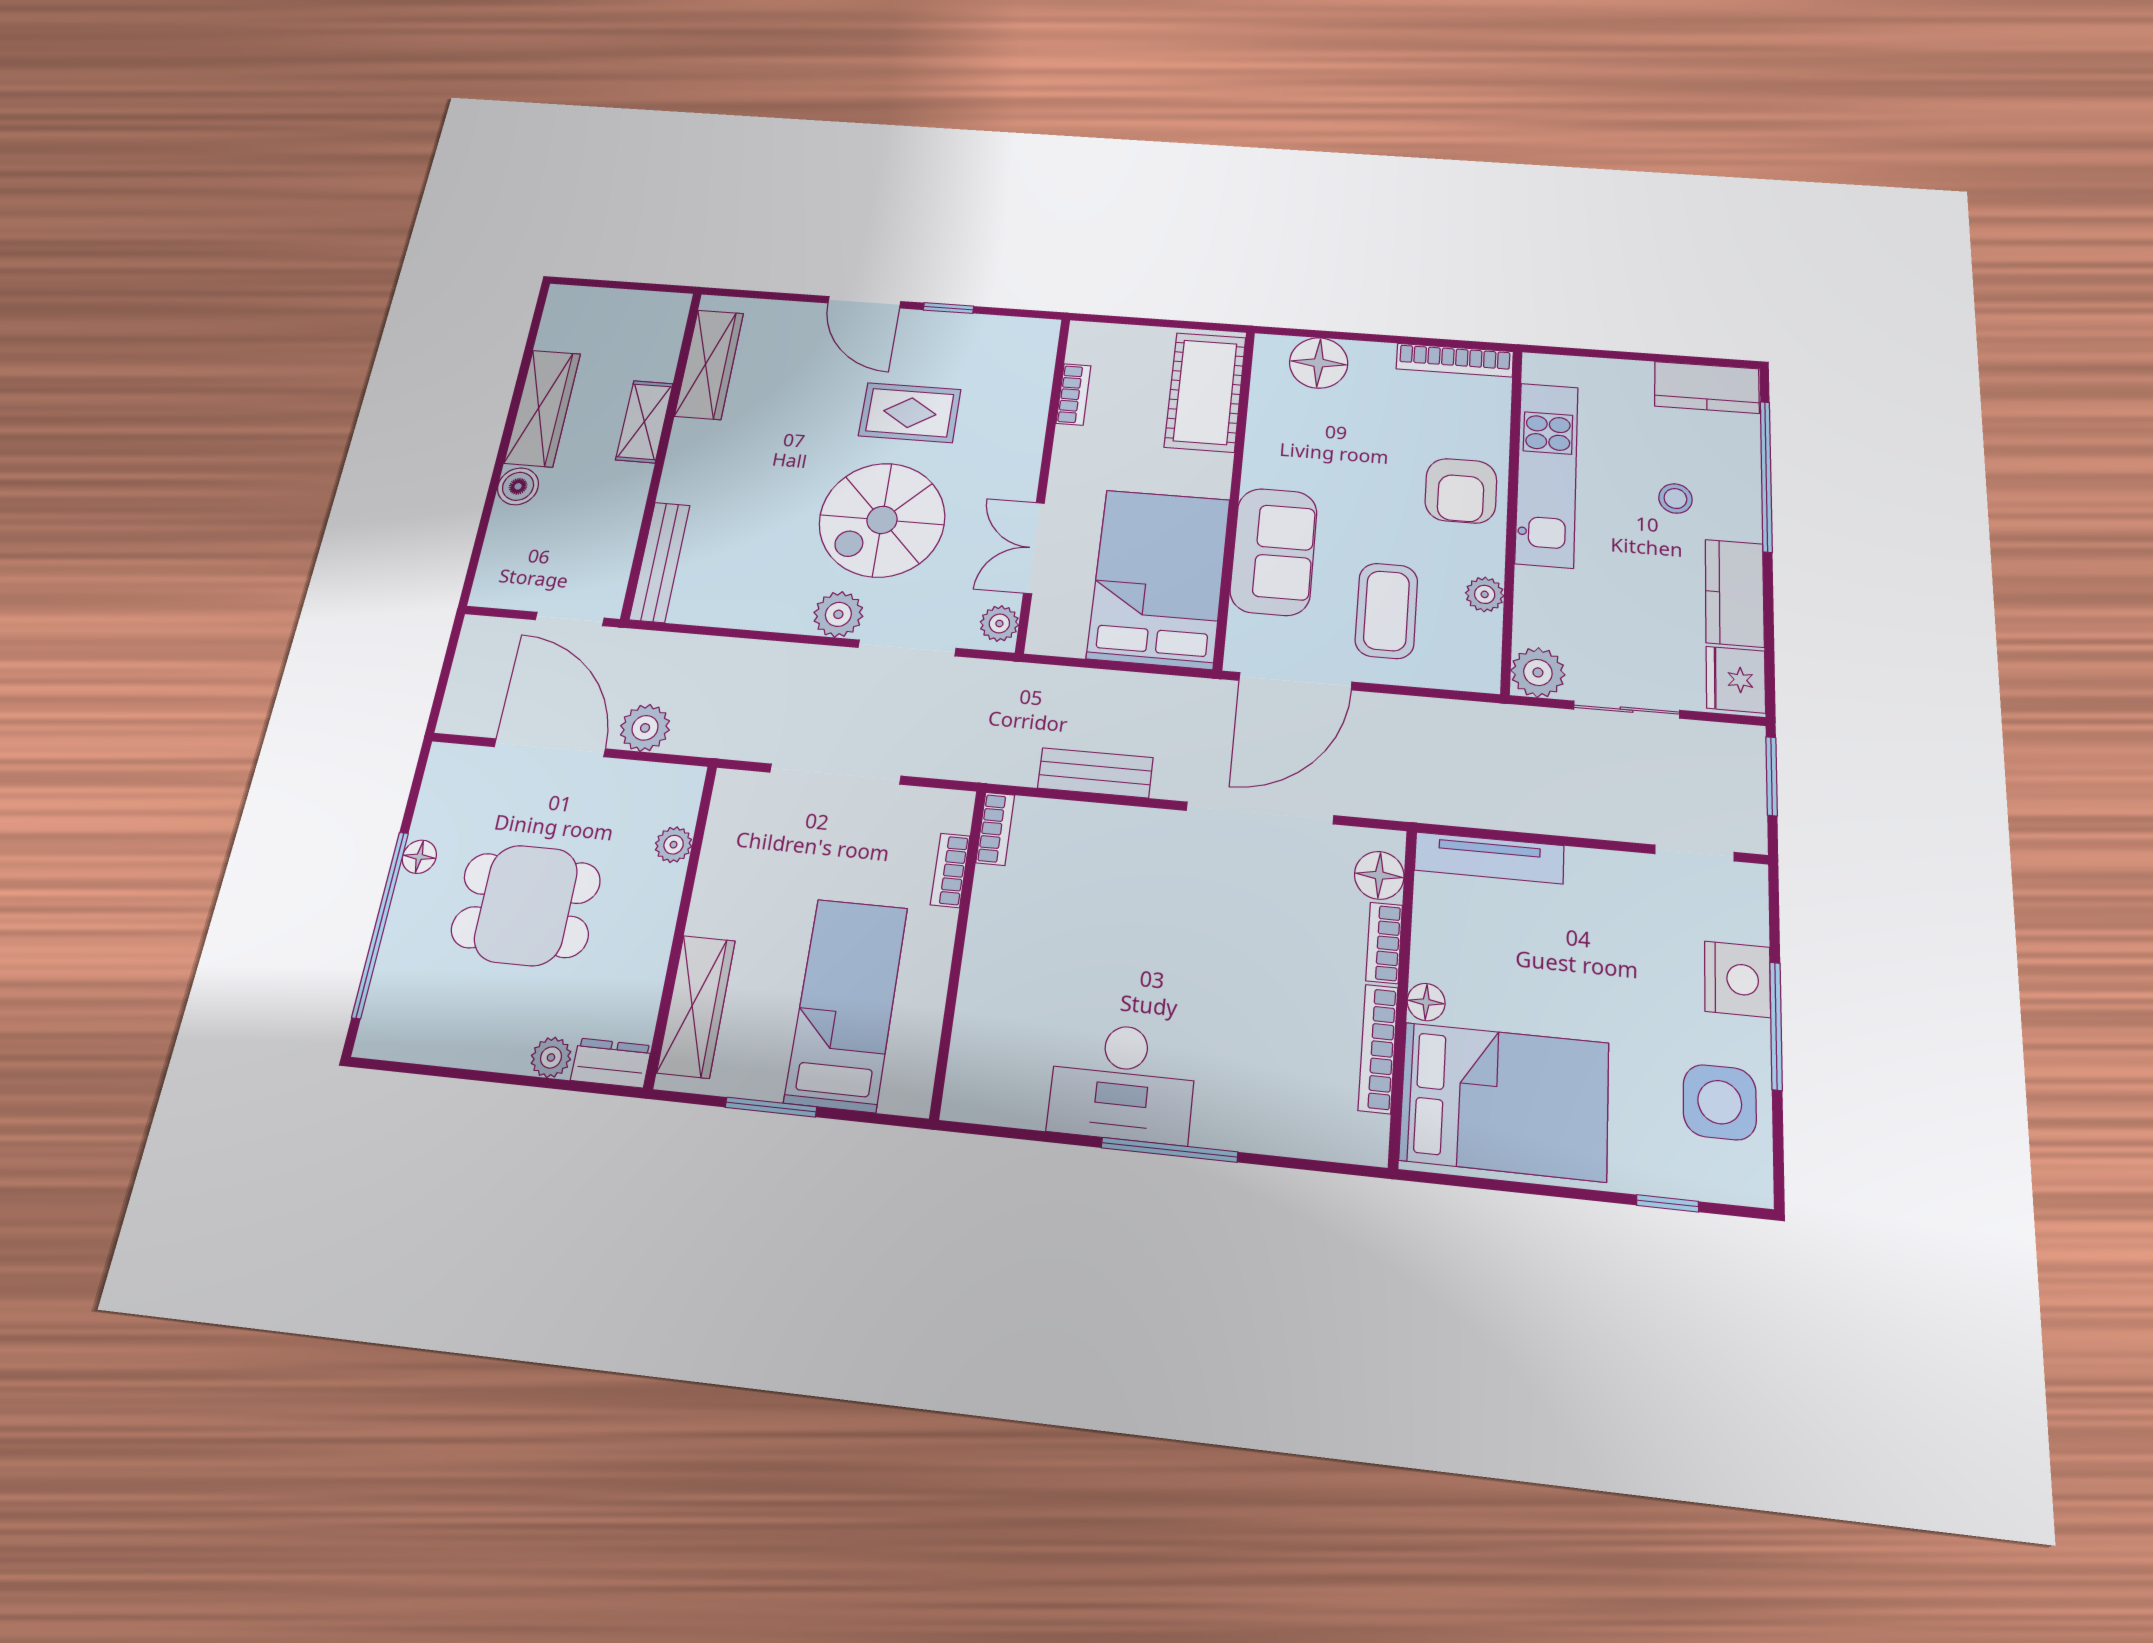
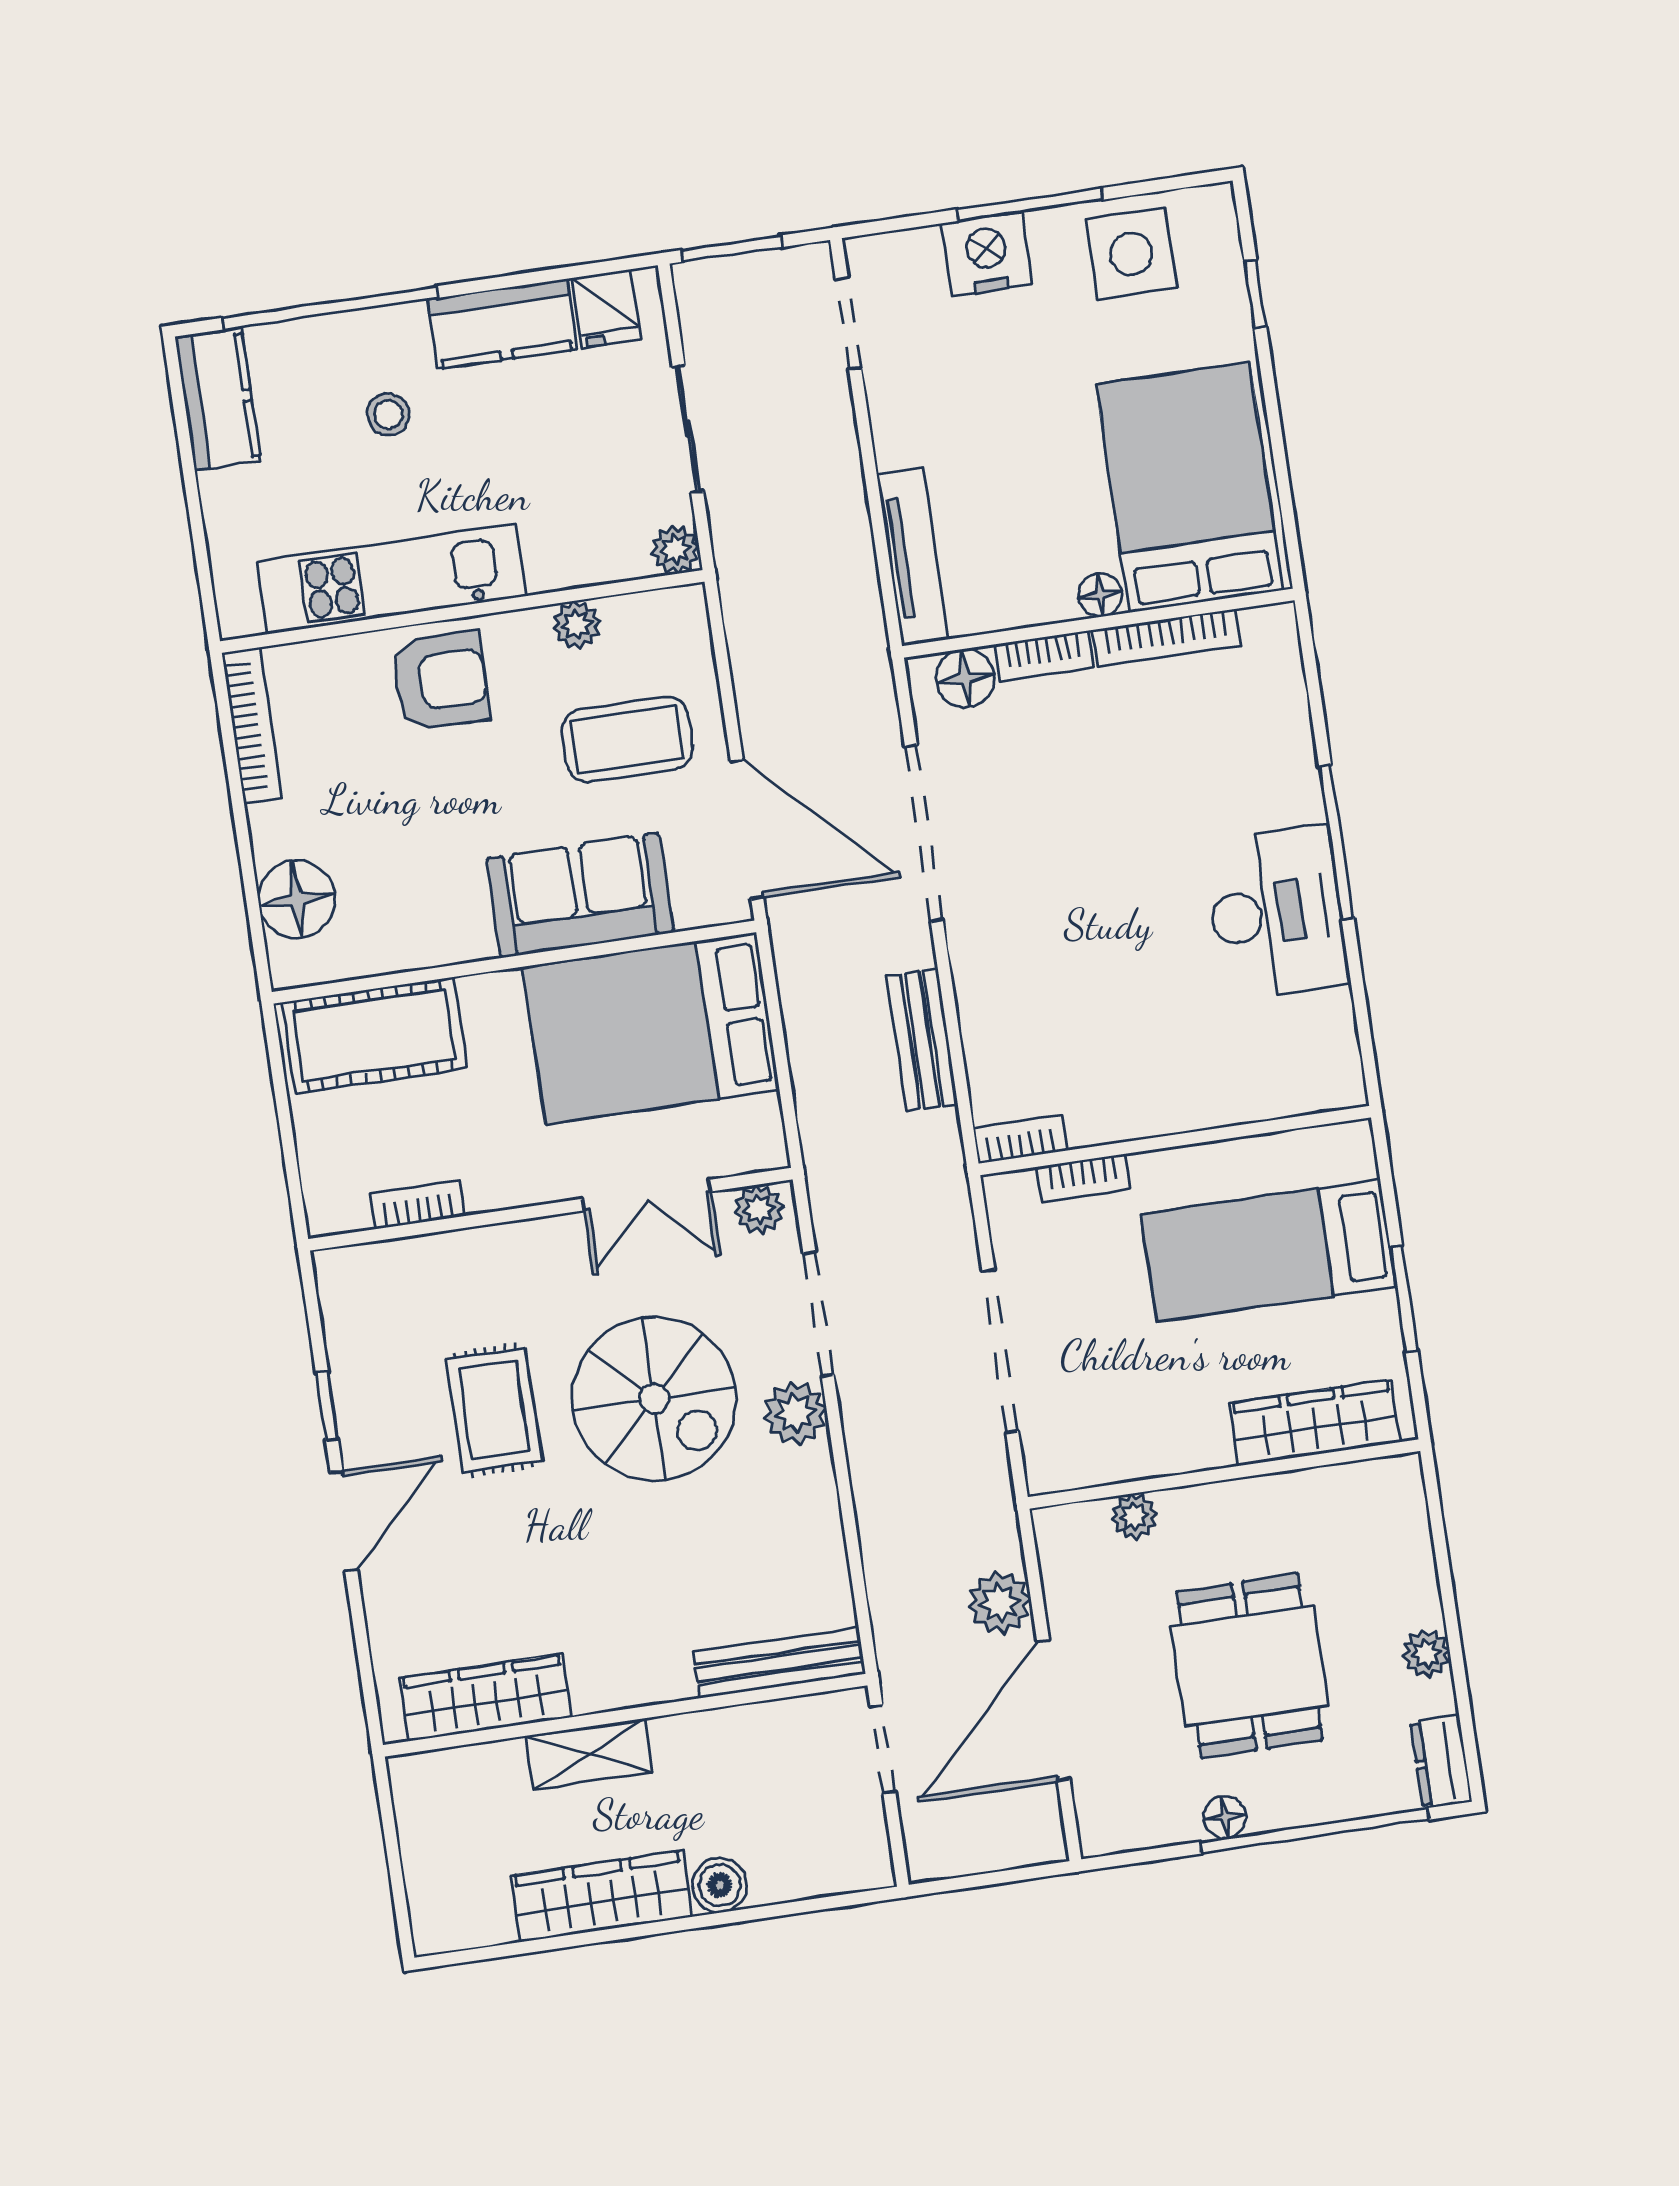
plant: (1538, 672) -> (675, 550), width x0.73, depth x0.73
fridge: (1736, 680) -> (606, 309), width x0.72
plant: (551, 1057) -> (1426, 1654), moved
dresser: (611, 1063) -> (1441, 1762), moved

